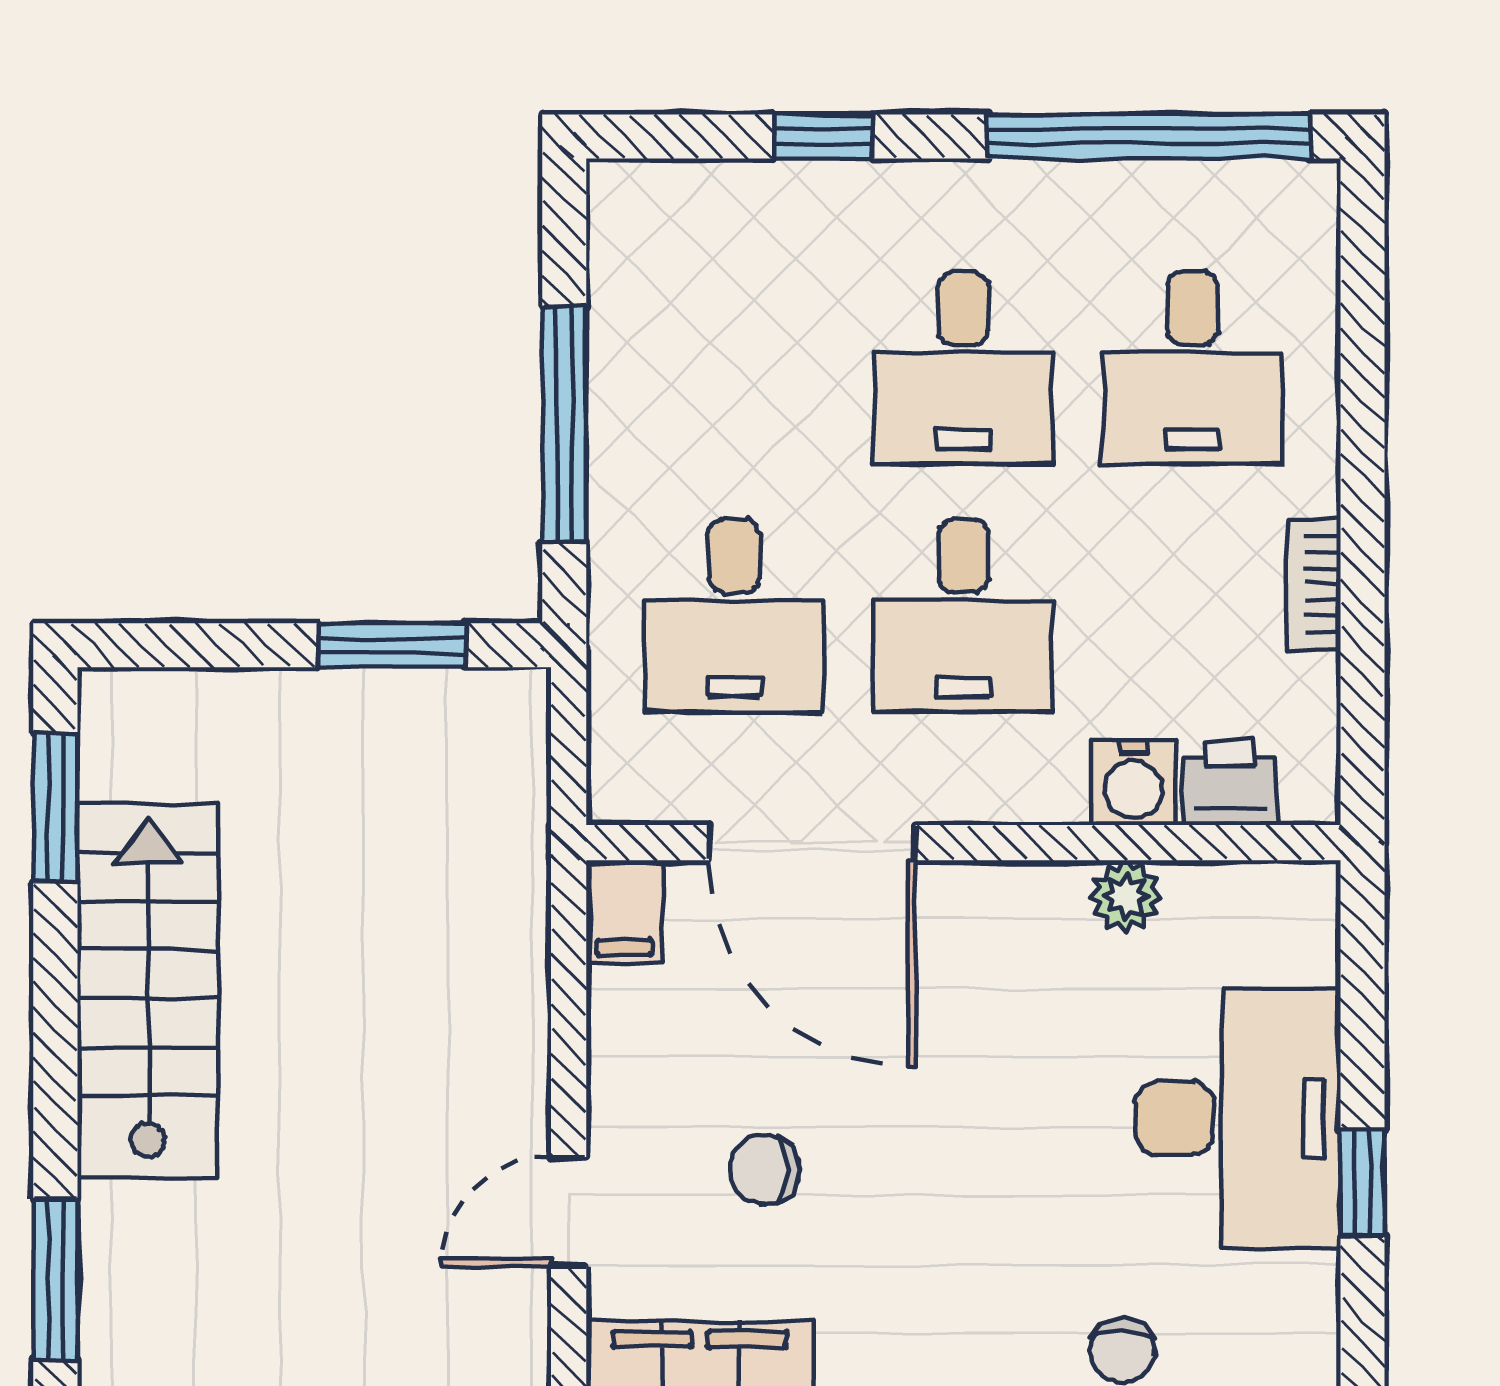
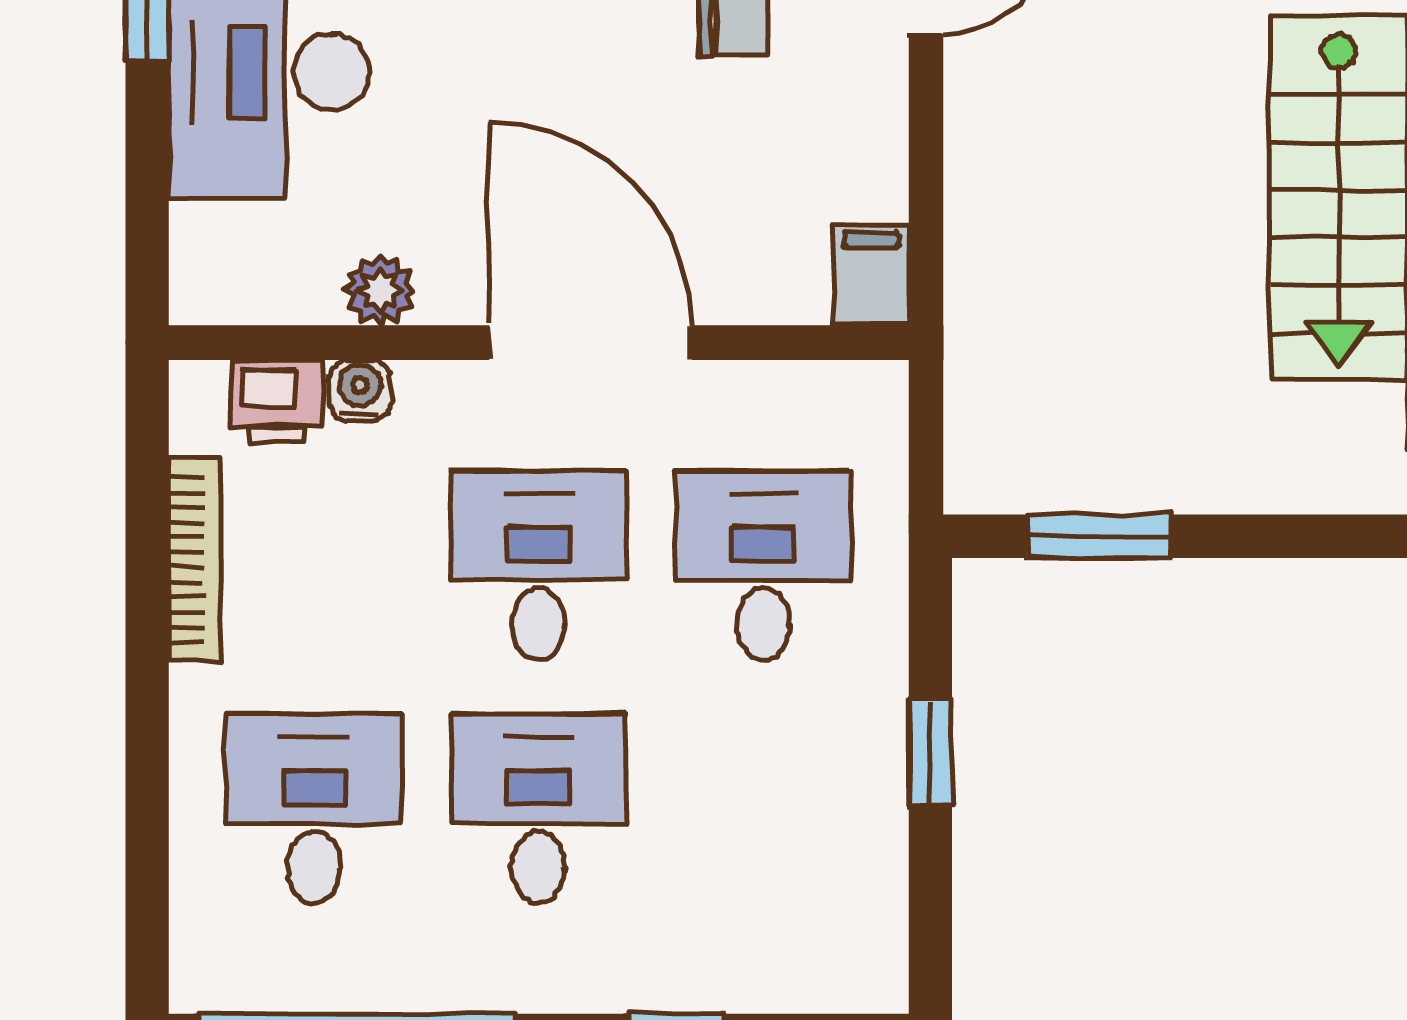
window: (564, 425) -> (930, 753), width x0.46
bookcase: (1314, 584) -> (195, 560), width x1.56
water cooler: (1134, 782) -> (360, 390), width x0.72, depth x0.72
door: (812, 843) -> (590, 343), moved

